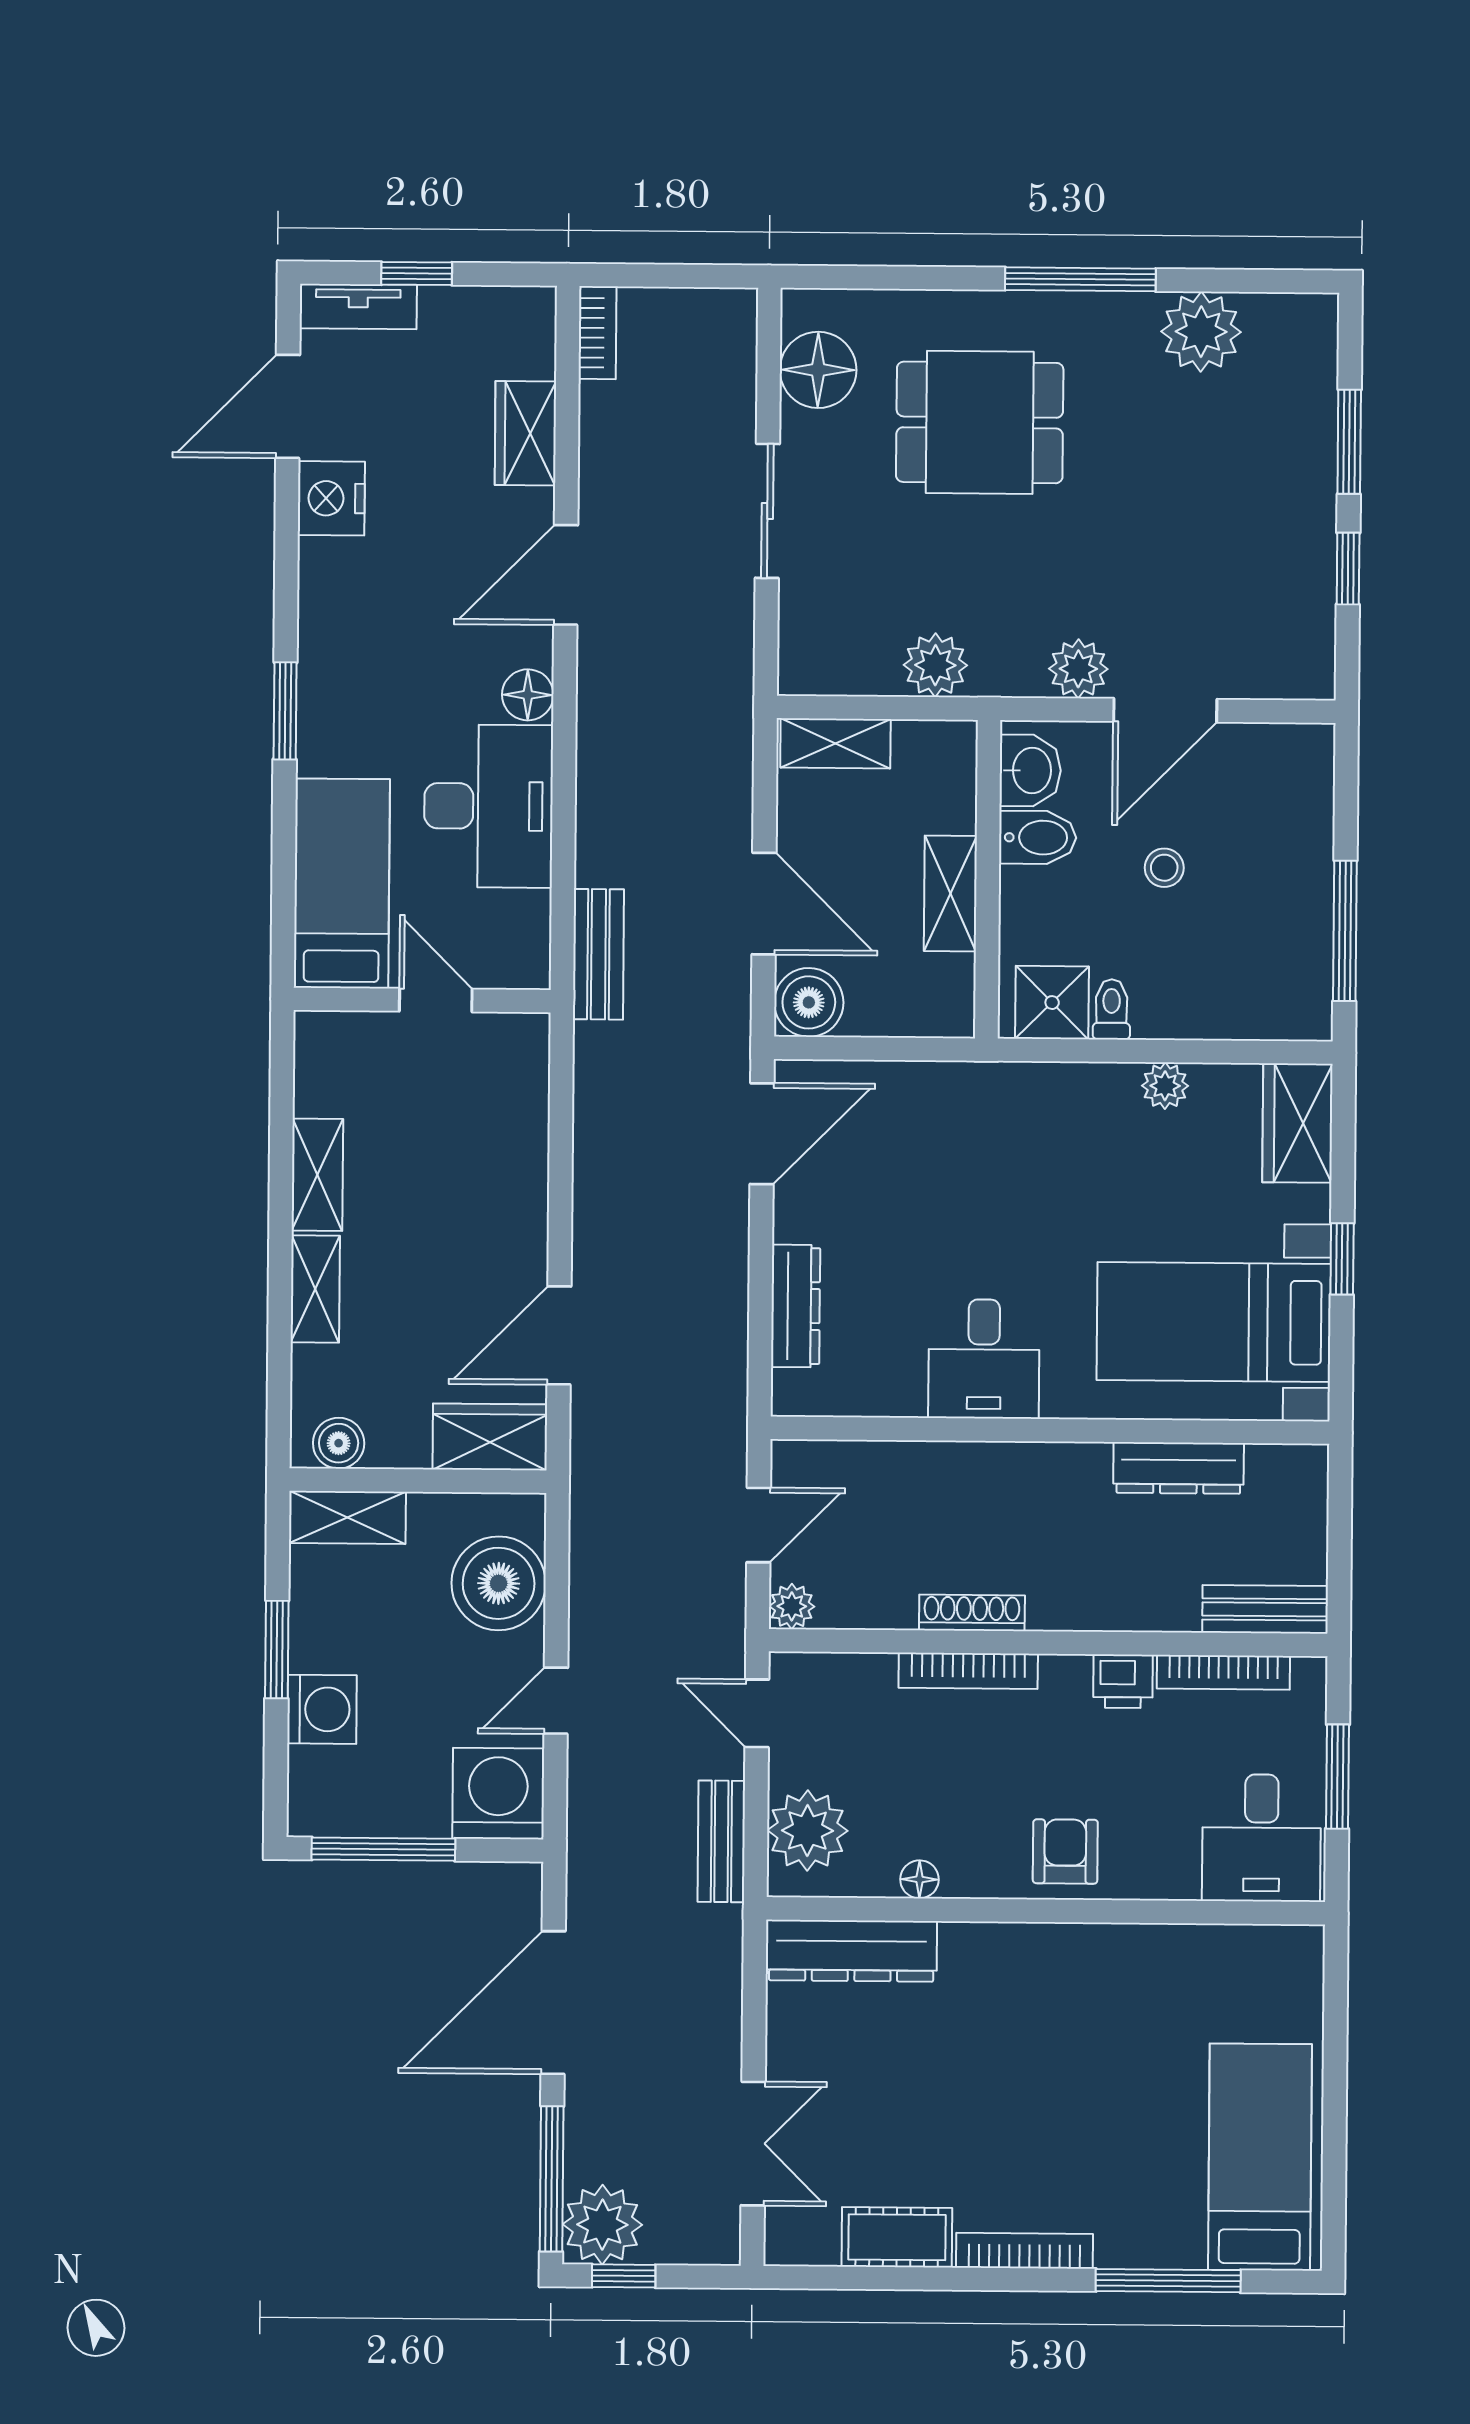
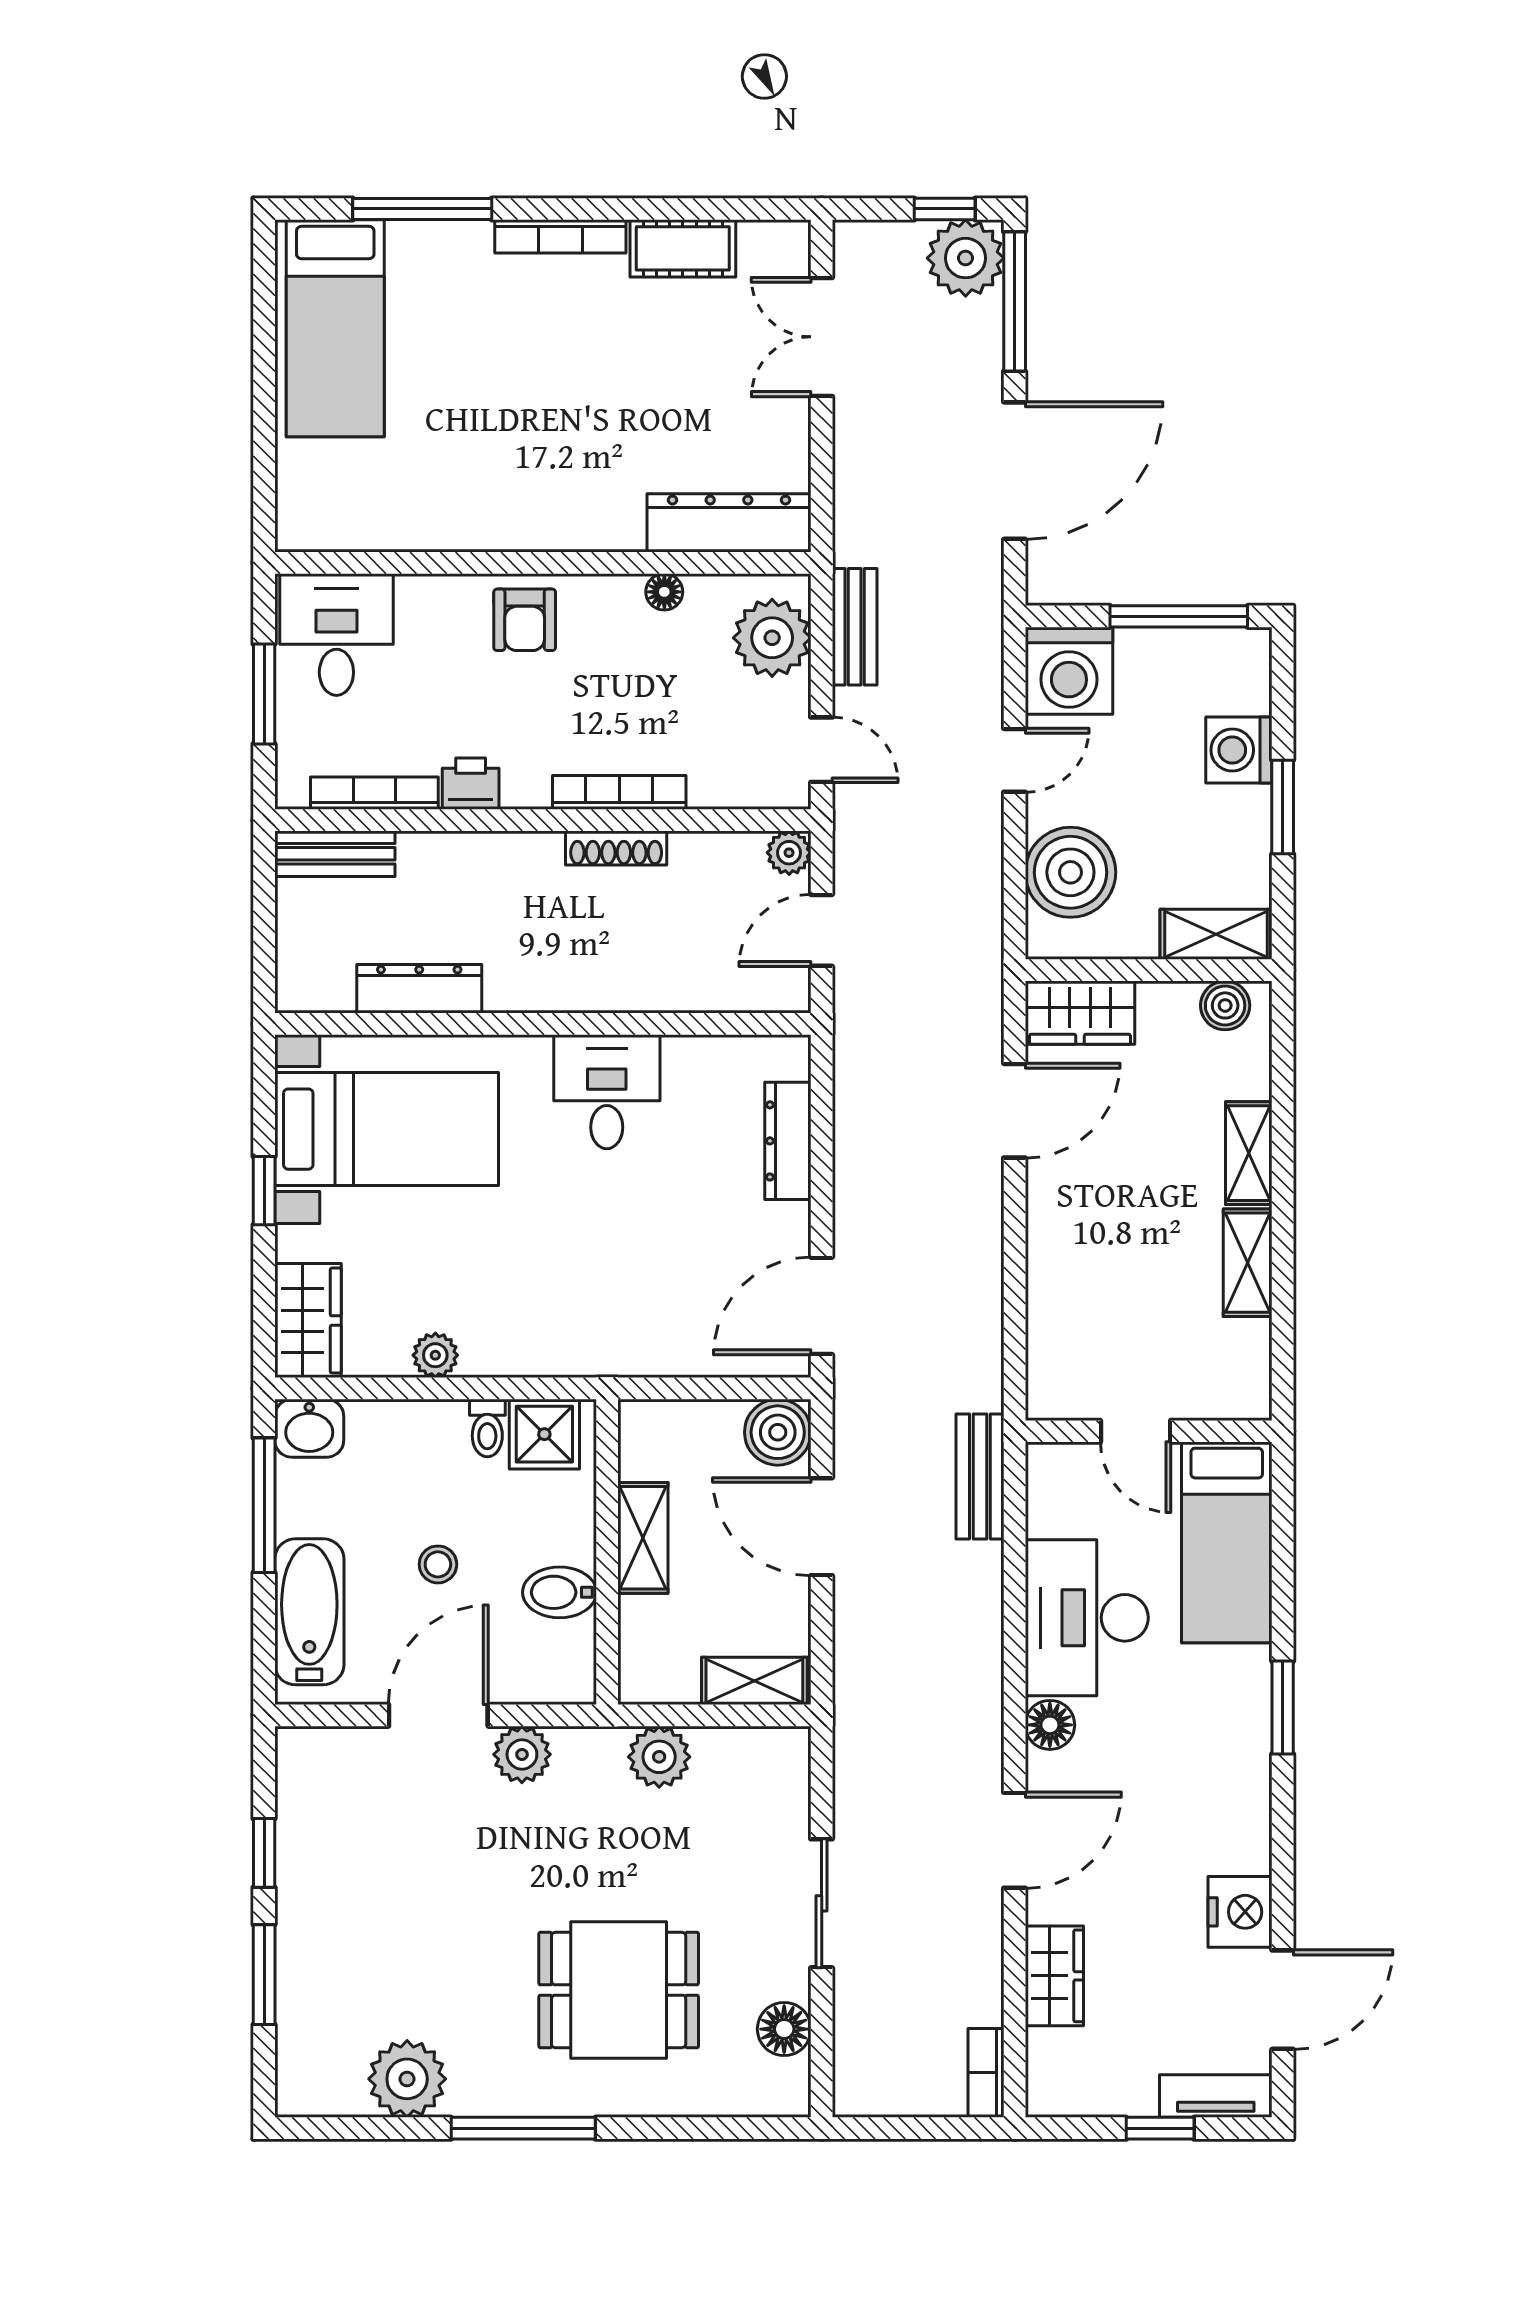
floor lamp: (818, 370) -> (784, 2029), width x0.73, depth x0.73
washbasin: (1030, 770) -> (309, 1428), moved, turned -90
bathtub: (1299, 819) -> (309, 1612), added

